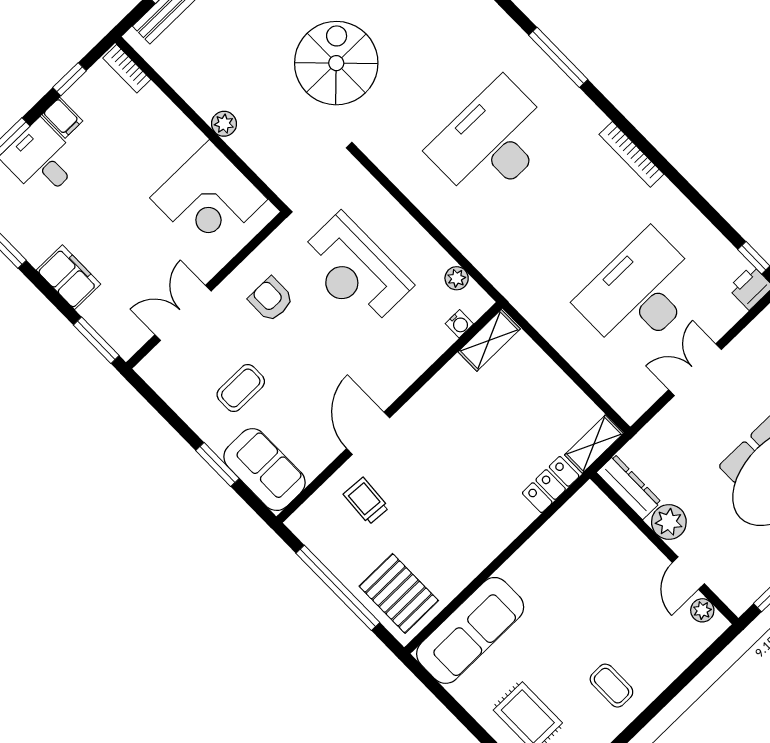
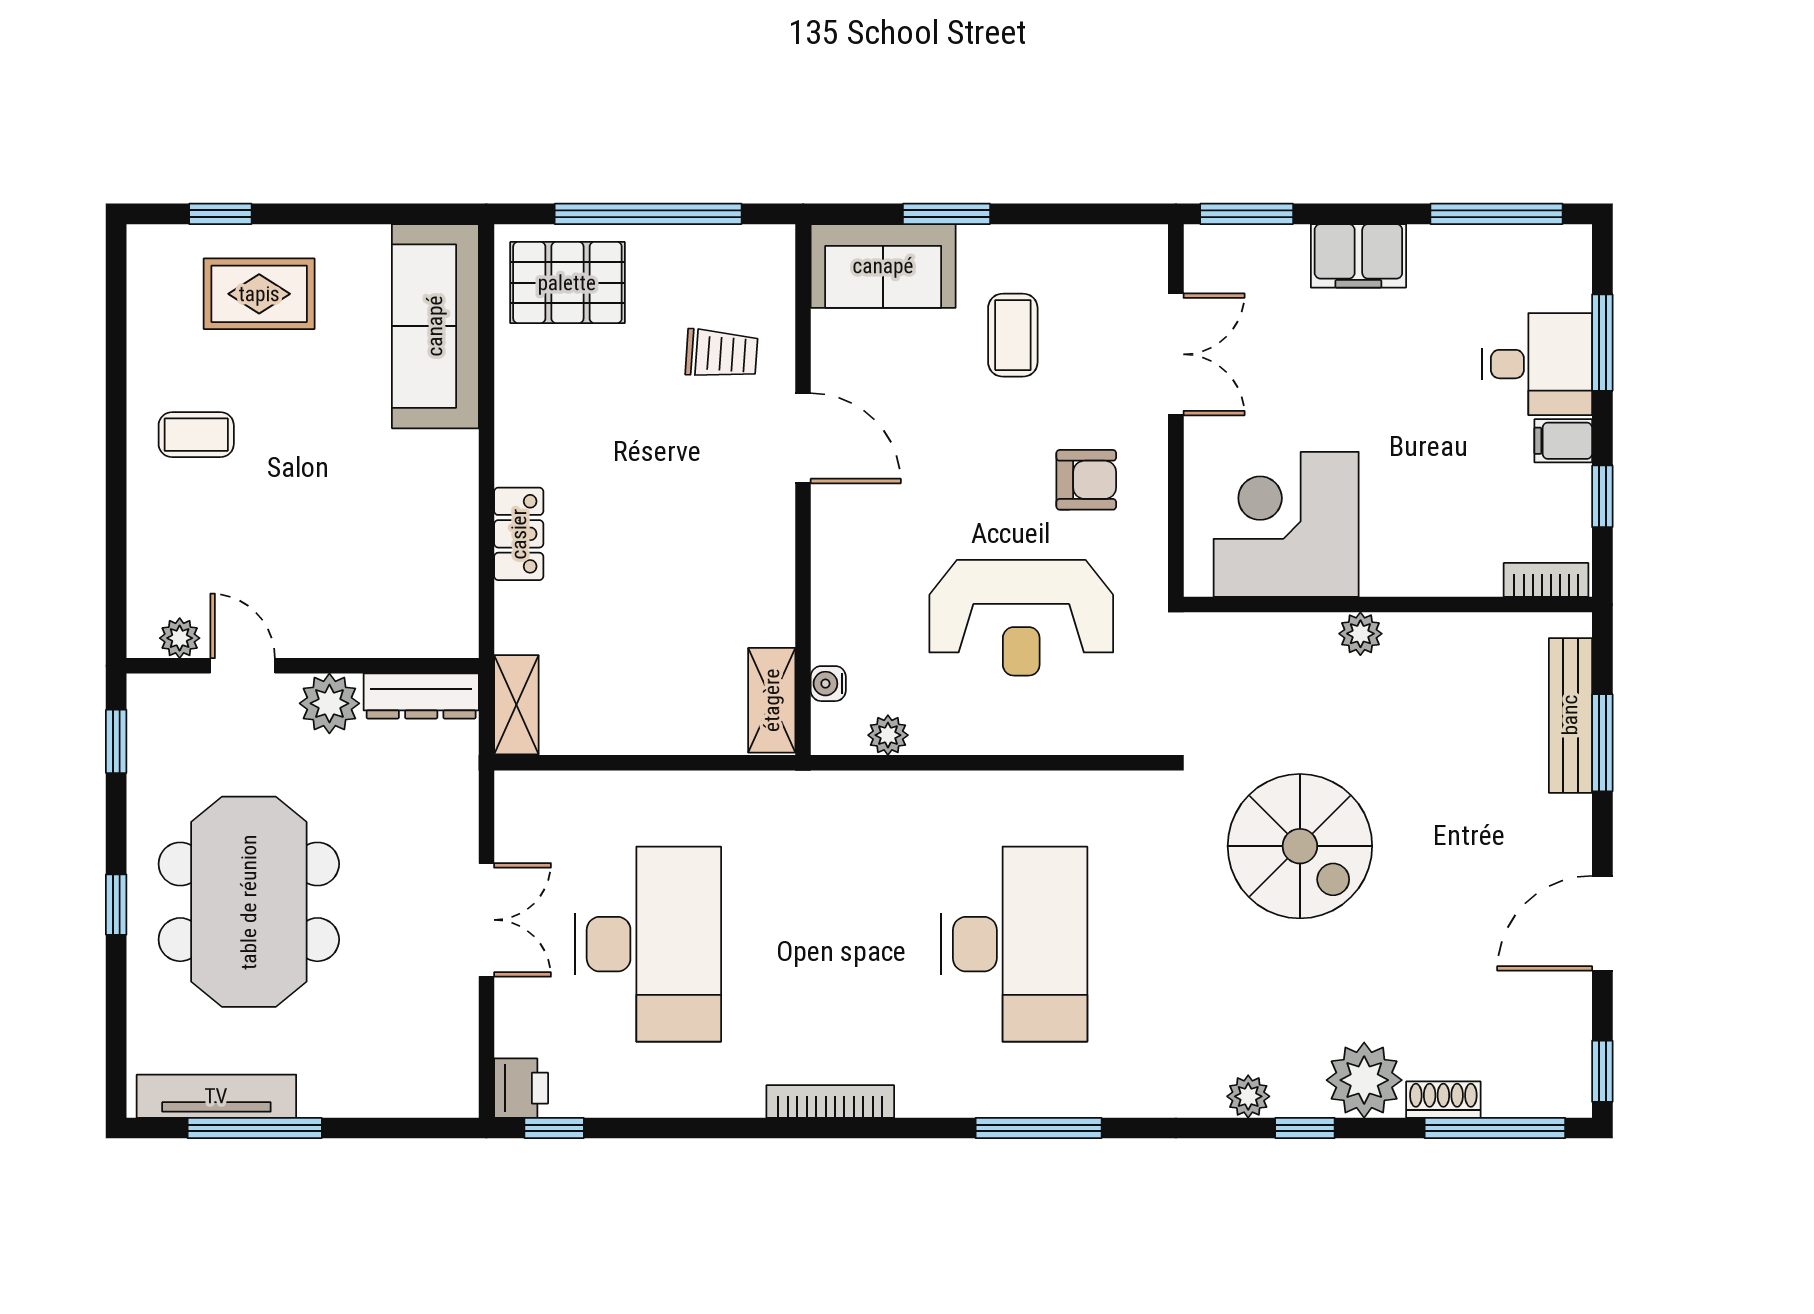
reception desk: (354, 270) -> (1021, 618), turned 180
locker: (551, 485) -> (519, 534), moved

